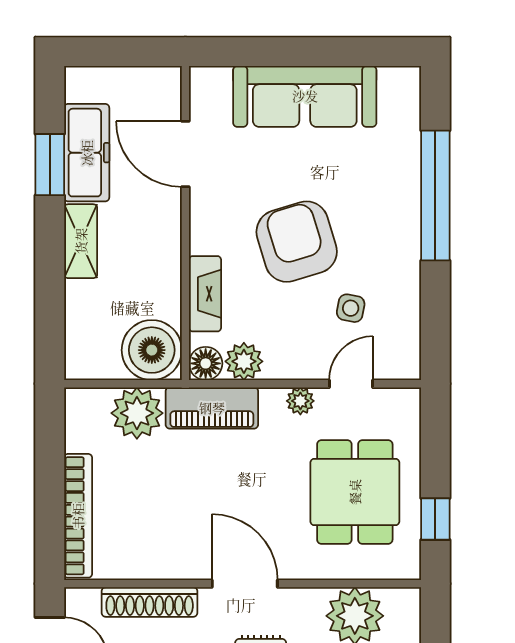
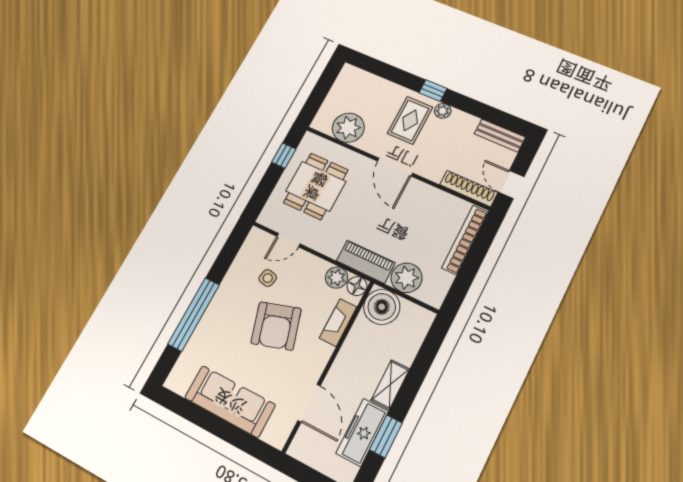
plant: (300, 401) -> (319, 244), removed
shoe rack: (150, 602) -> (469, 189), moved

